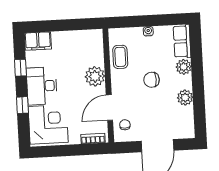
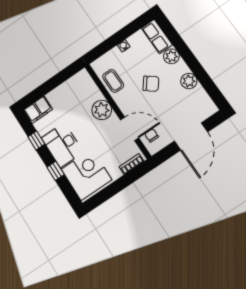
chair: (152, 80) -> (151, 84), turned -142
door: (109, 108) -> (130, 129), swing flipped

